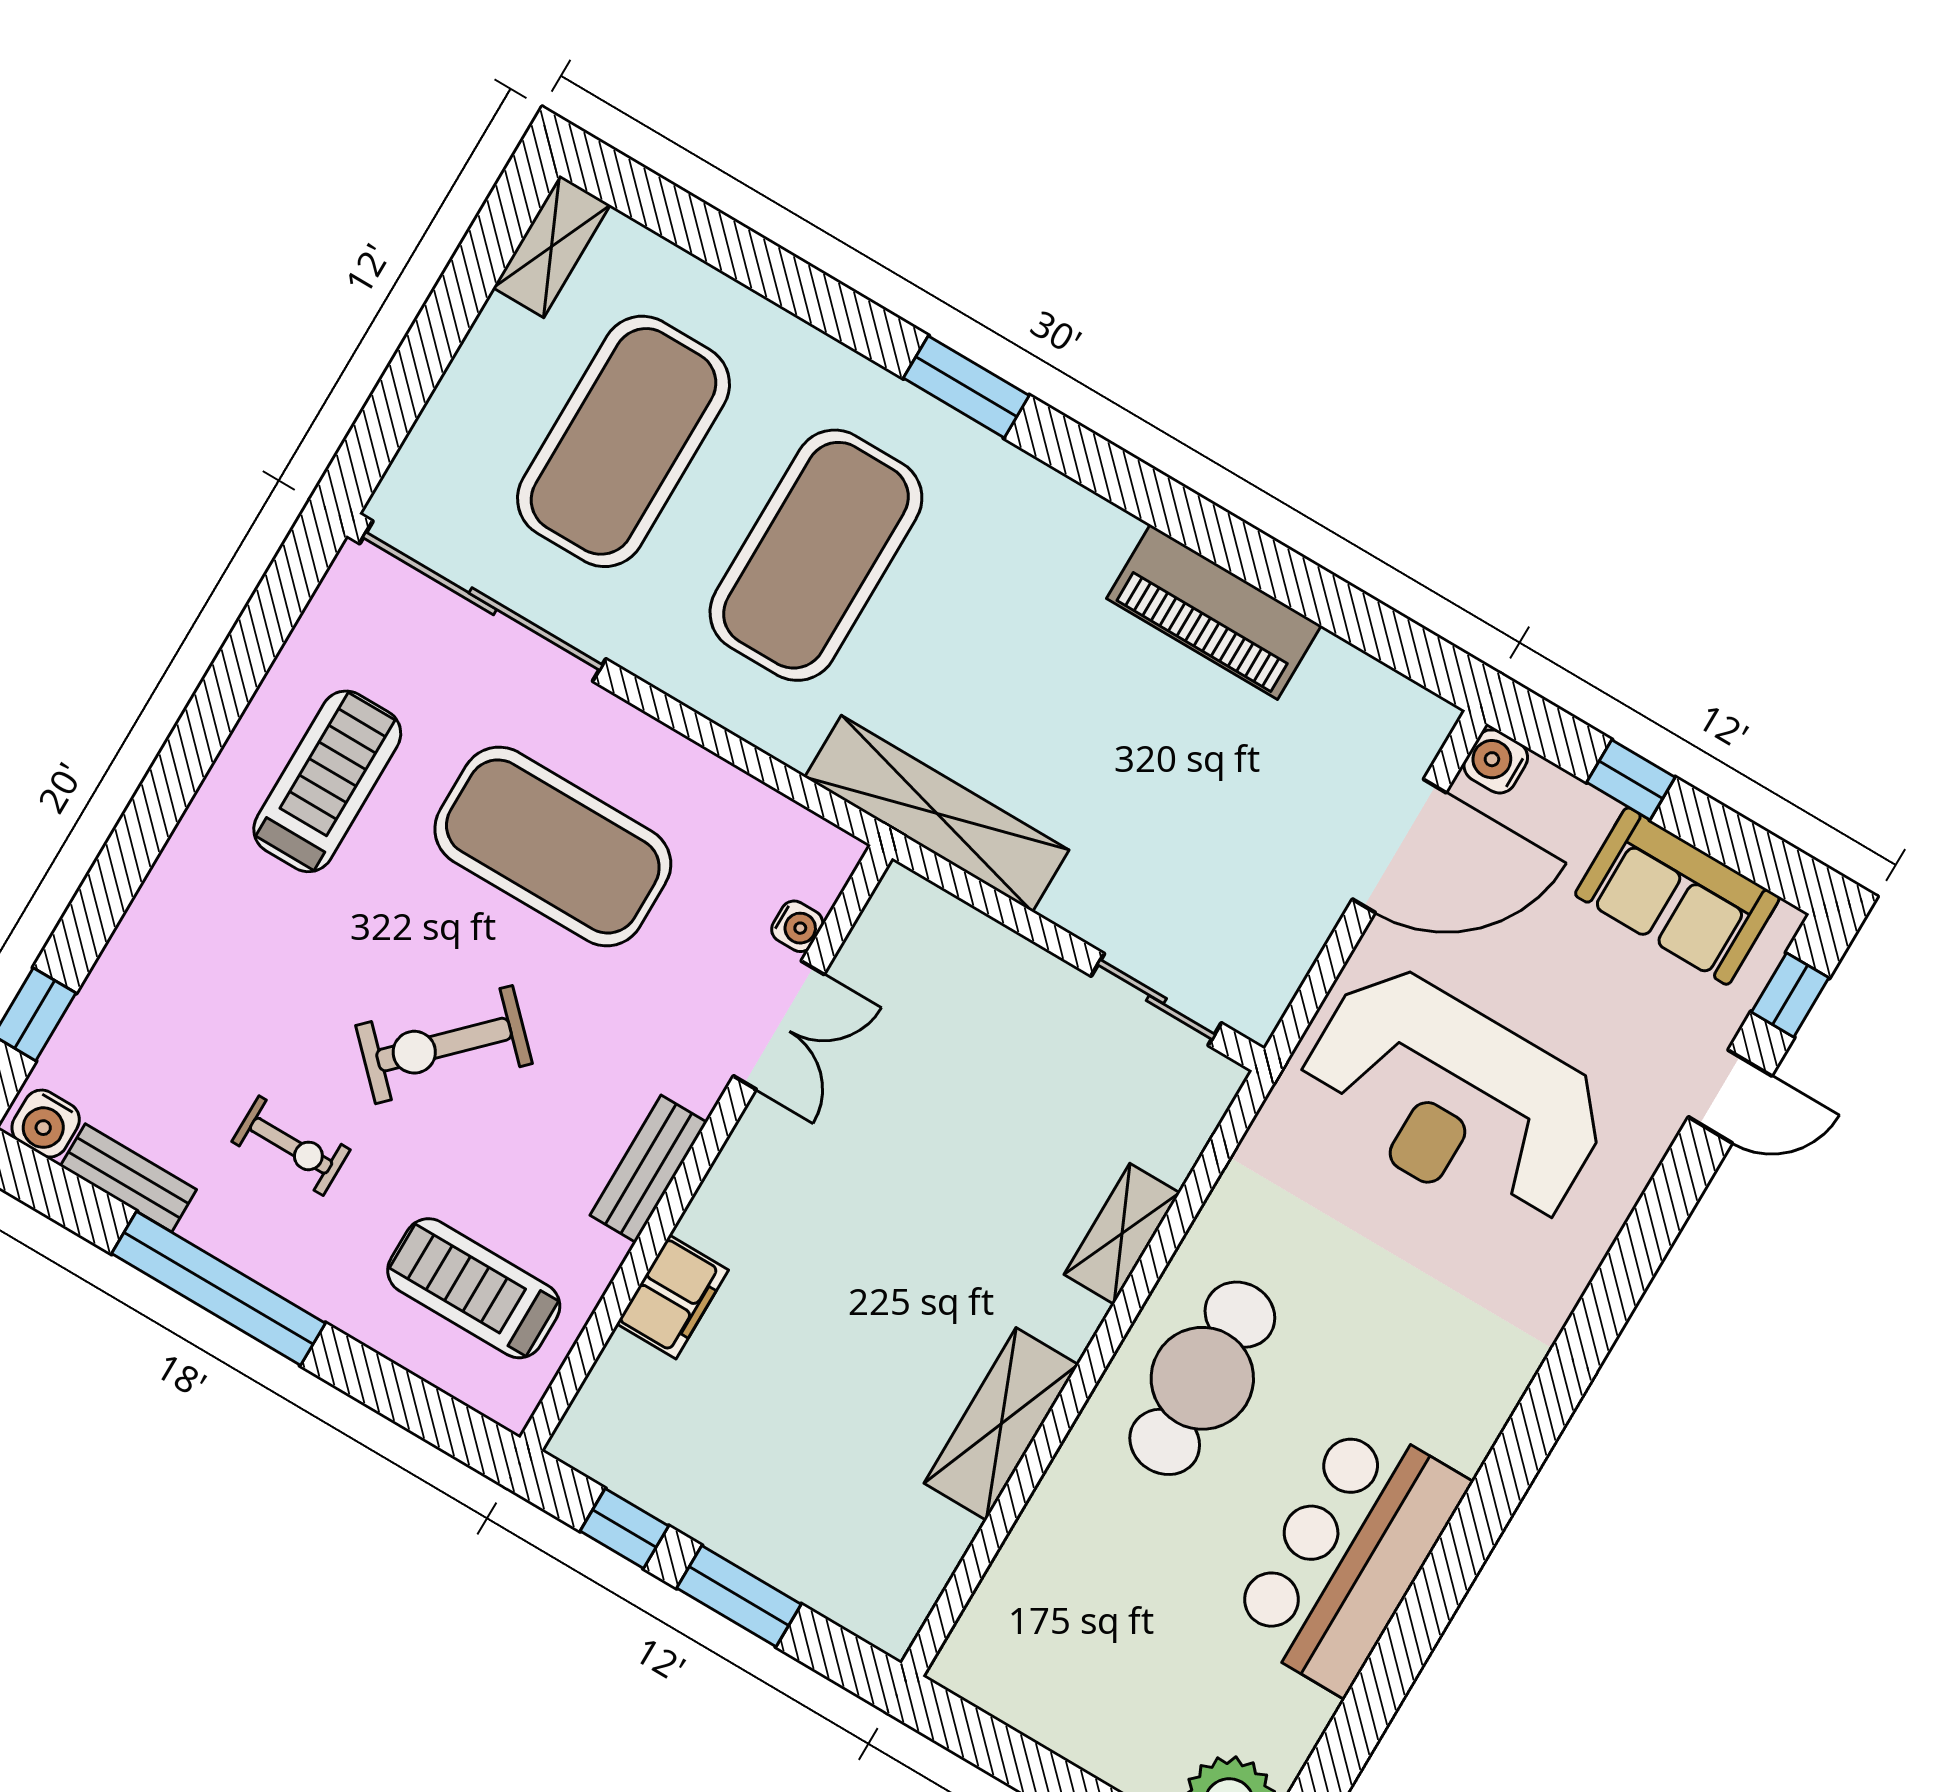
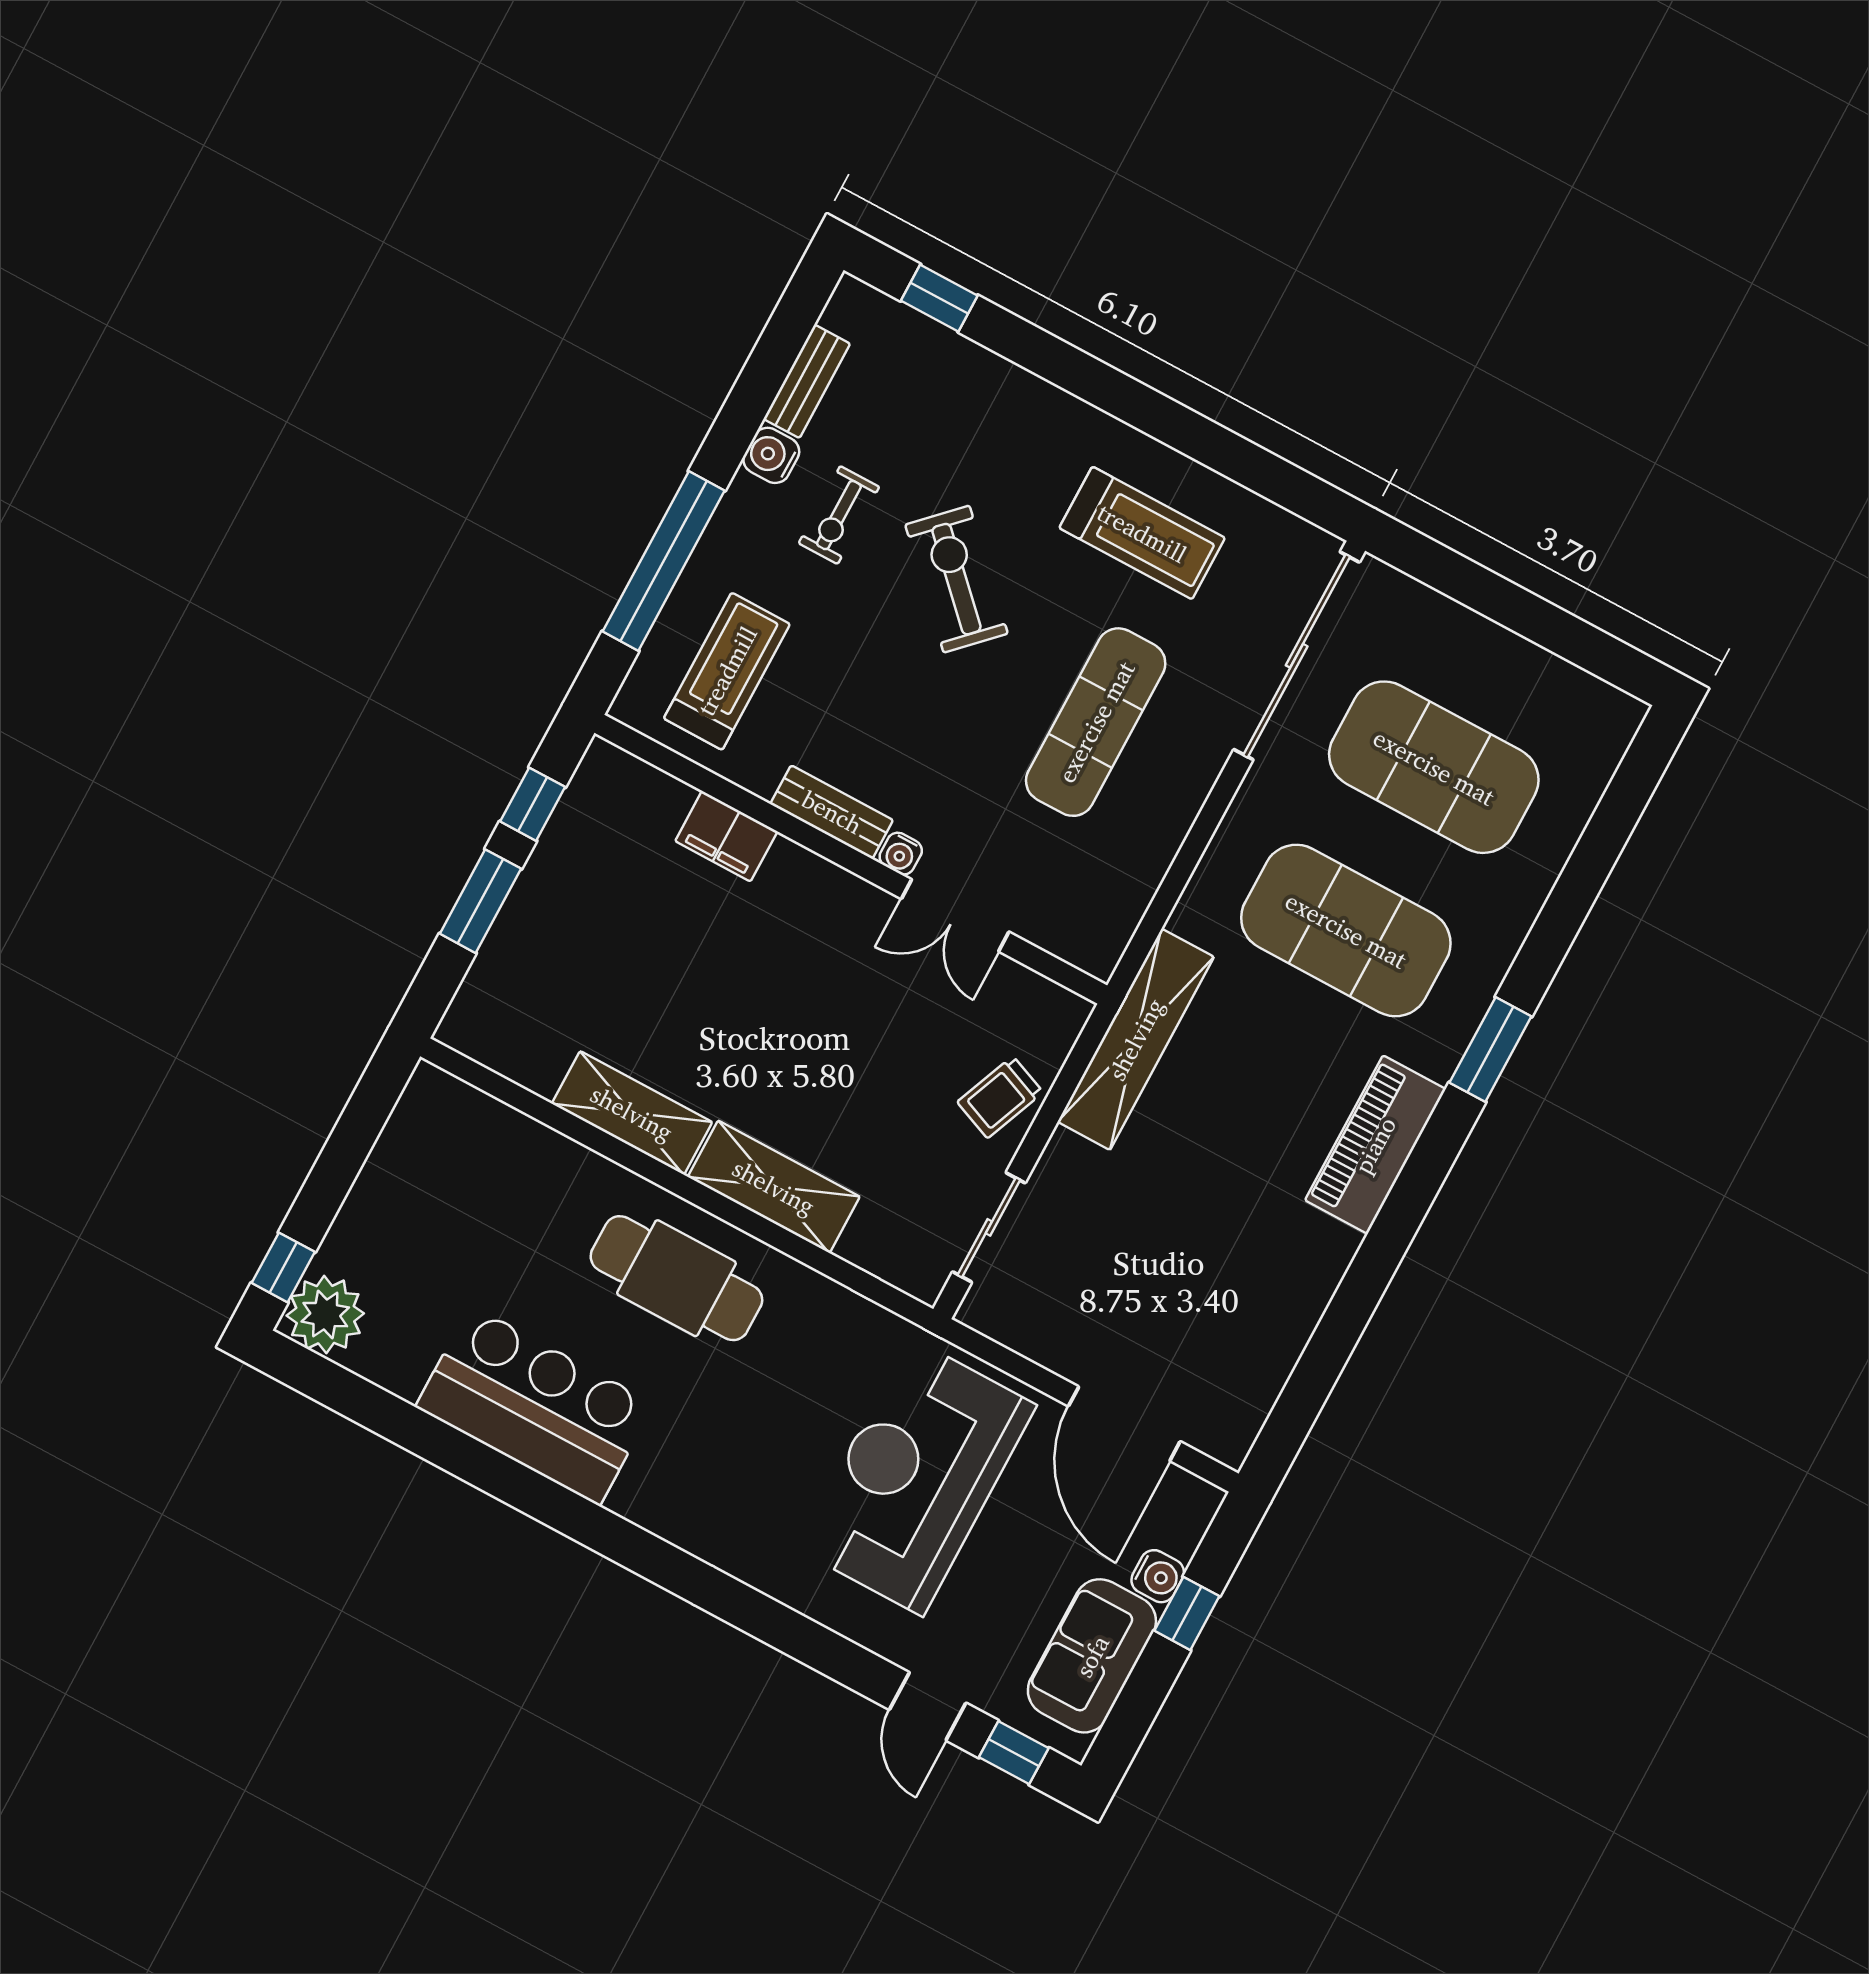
shelving: (552, 246) -> (1593, 701), removed
piano: (1214, 612) -> (1375, 1145), moved
water cooler: (1496, 761) -> (1158, 1576), moved, turned 90
exercise mat: (553, 846) -> (1096, 722), width x0.68
water cooler: (797, 926) -> (901, 854), moved
trolley: (1000, 980) -> (1000, 1097), added
exercise bike: (444, 1045) -> (956, 579), moved
water cooler: (46, 1124) -> (771, 455), moved
shelving: (1122, 1234) -> (774, 1187), width x1.50, depth x1.33
window: (218, 1288) -> (664, 561), moved

